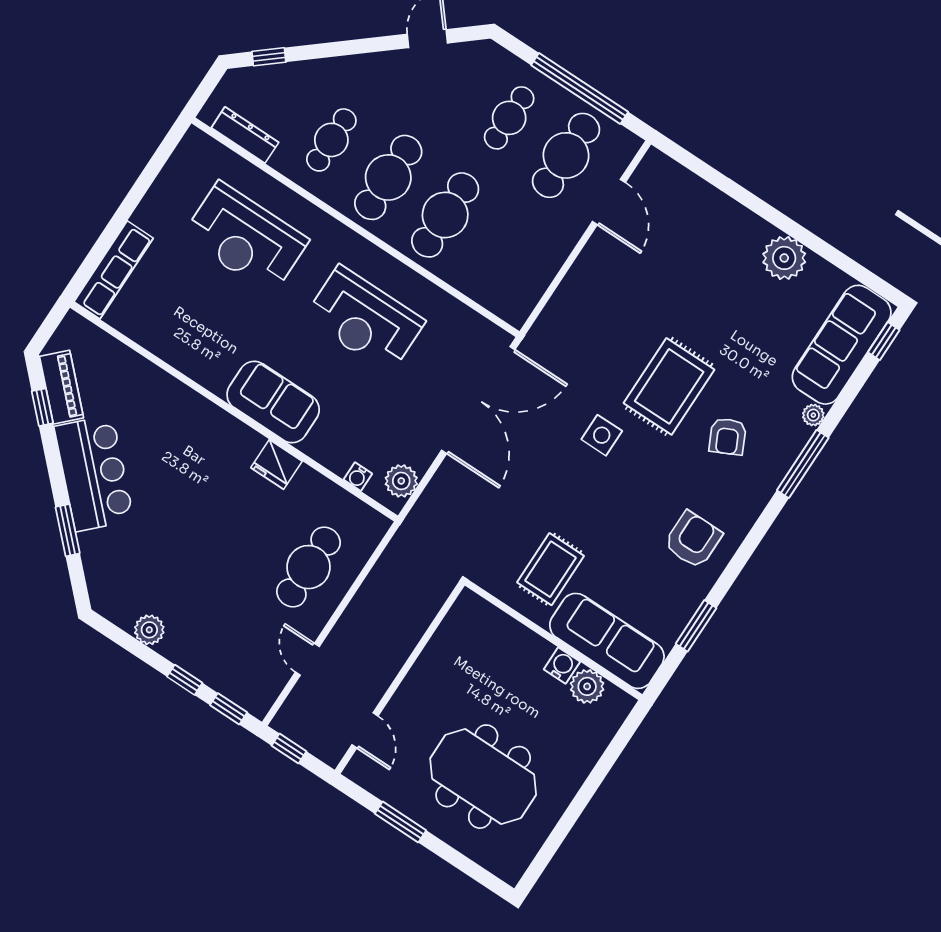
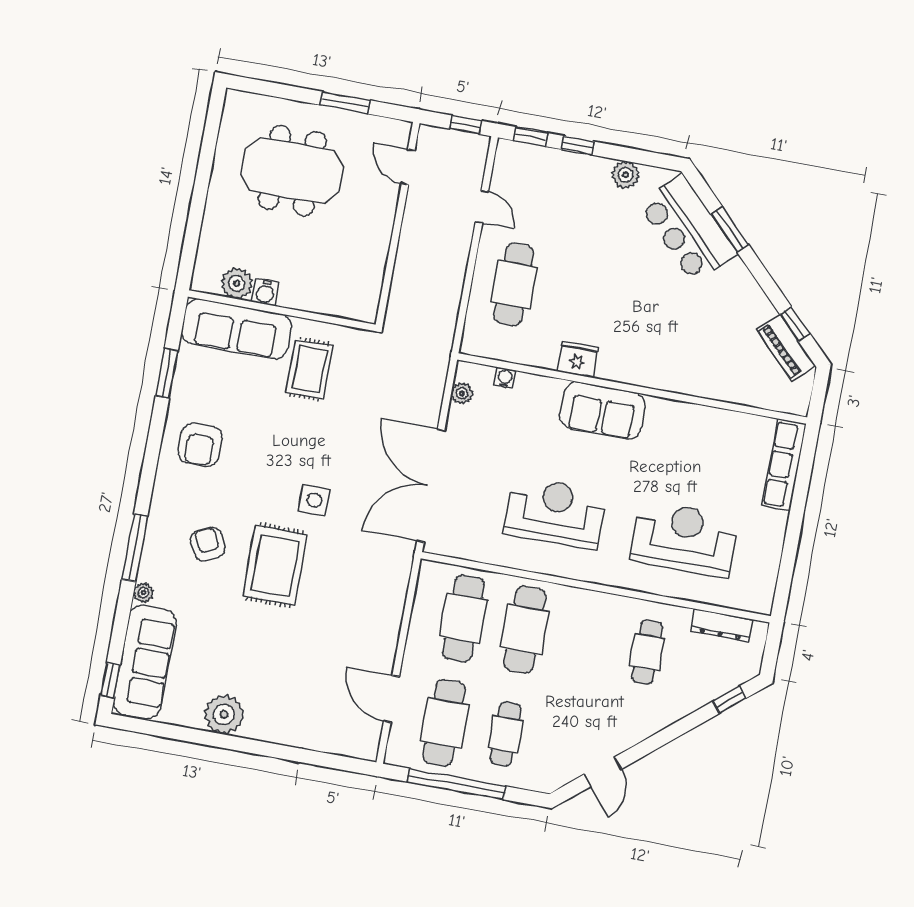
cafe table: (388, 177) -> (463, 618), moved
bar counter: (94, 473) -> (688, 229), moved
plant: (401, 481) -> (462, 393), width x0.73, depth x0.73

